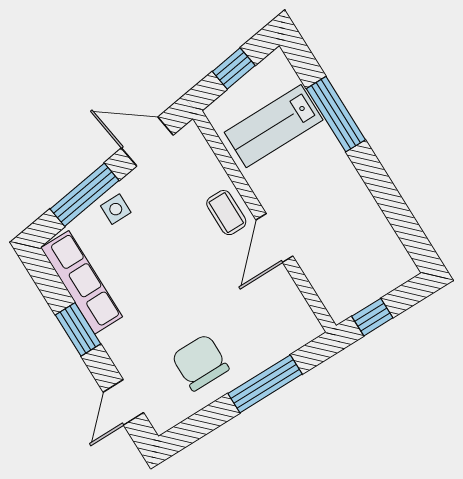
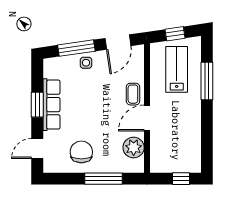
lab bench: (274, 126) -> (177, 69), turned 90
door: (147, 142) -> (118, 42), swing flipped
row of seats: (82, 282) -> (52, 105), moved
plant: (283, 301) -> (134, 148), added
window: (372, 317) -> (181, 179), moved

